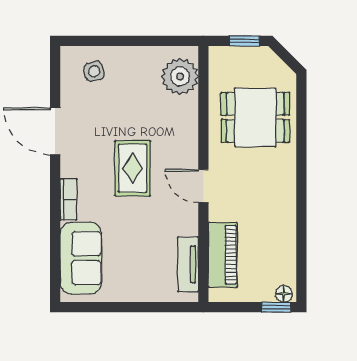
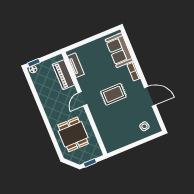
plant: (180, 76) -> (110, 138), removed
dining table: (255, 117) -> (73, 134), turned 90
rug: (133, 168) -> (113, 94), turned 90
door: (203, 186) -> (82, 99), swing flipped

